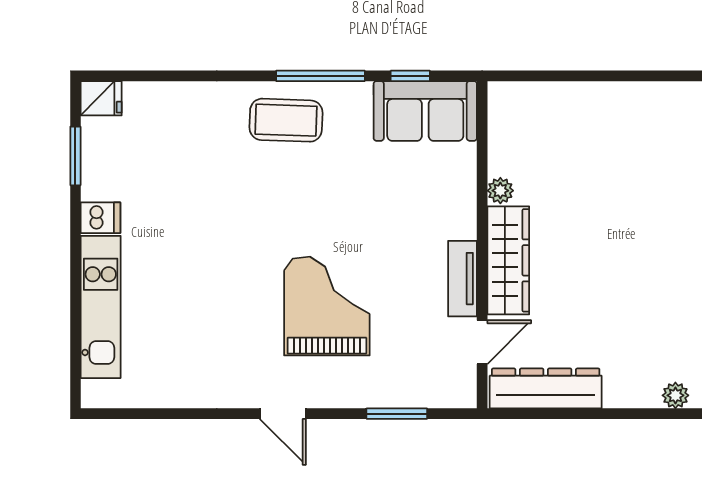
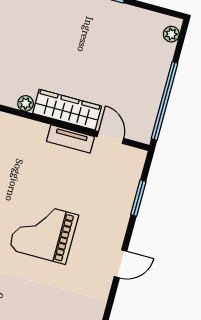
grand piano: (327, 306) -> (44, 232), moved
dresser: (546, 388) -> (147, 108), removed
window: (565, 414) -> (165, 101), added

